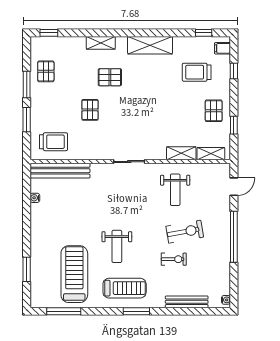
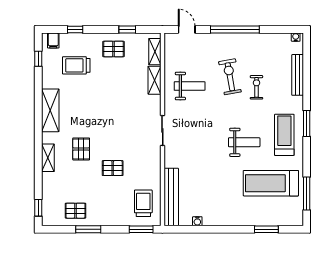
trolley: (197, 72) -> (76, 65), turned 90
window: (27, 120) -> (141, 229), moved

